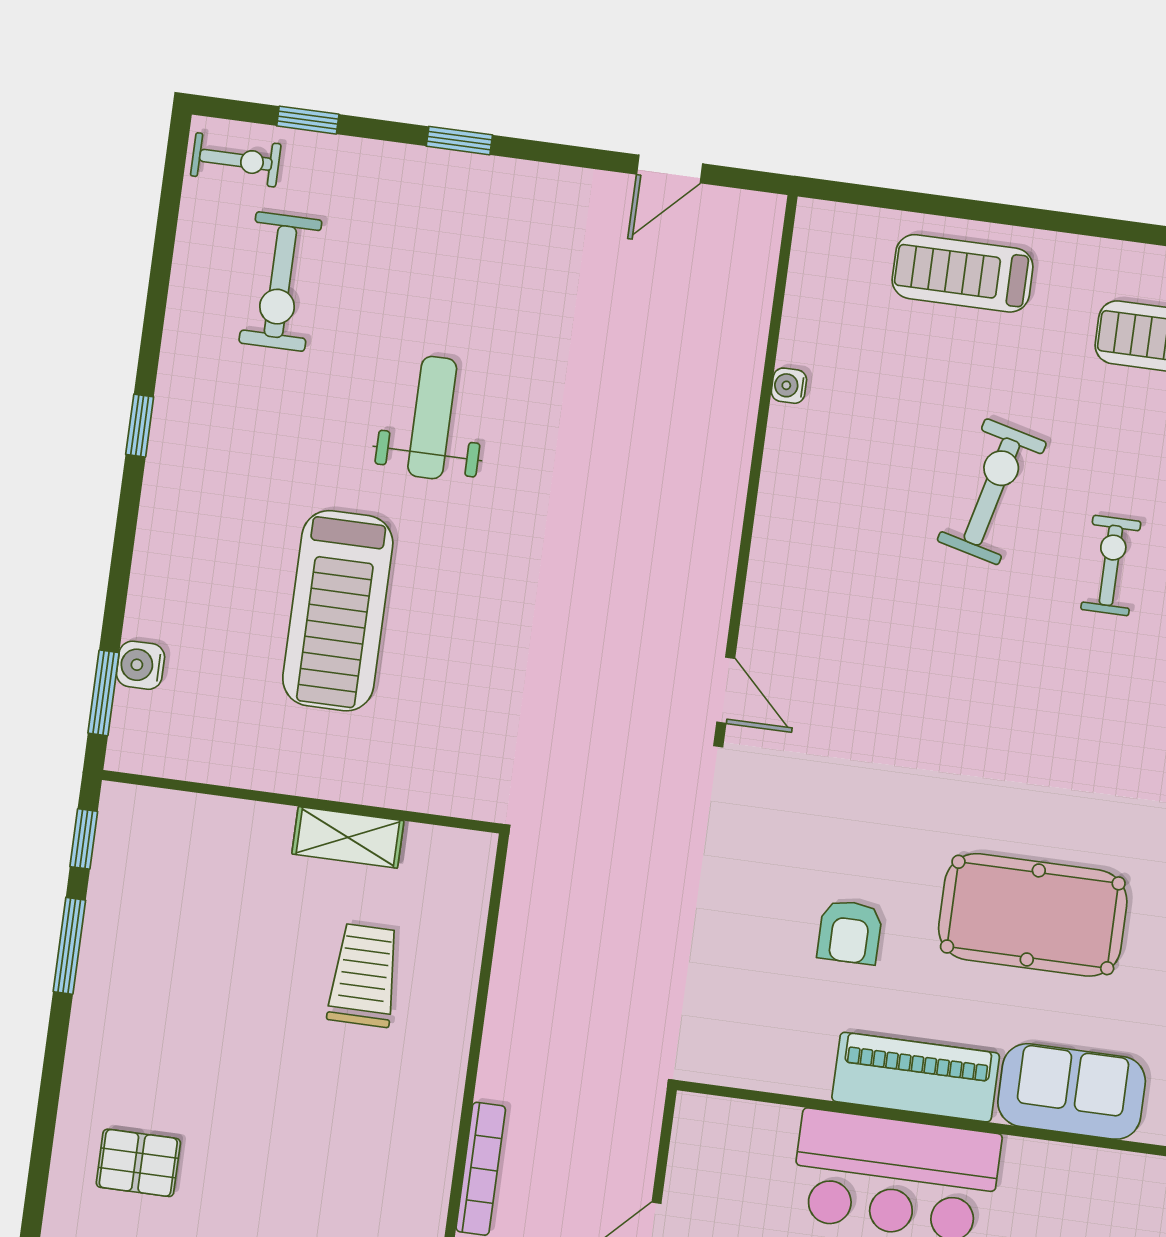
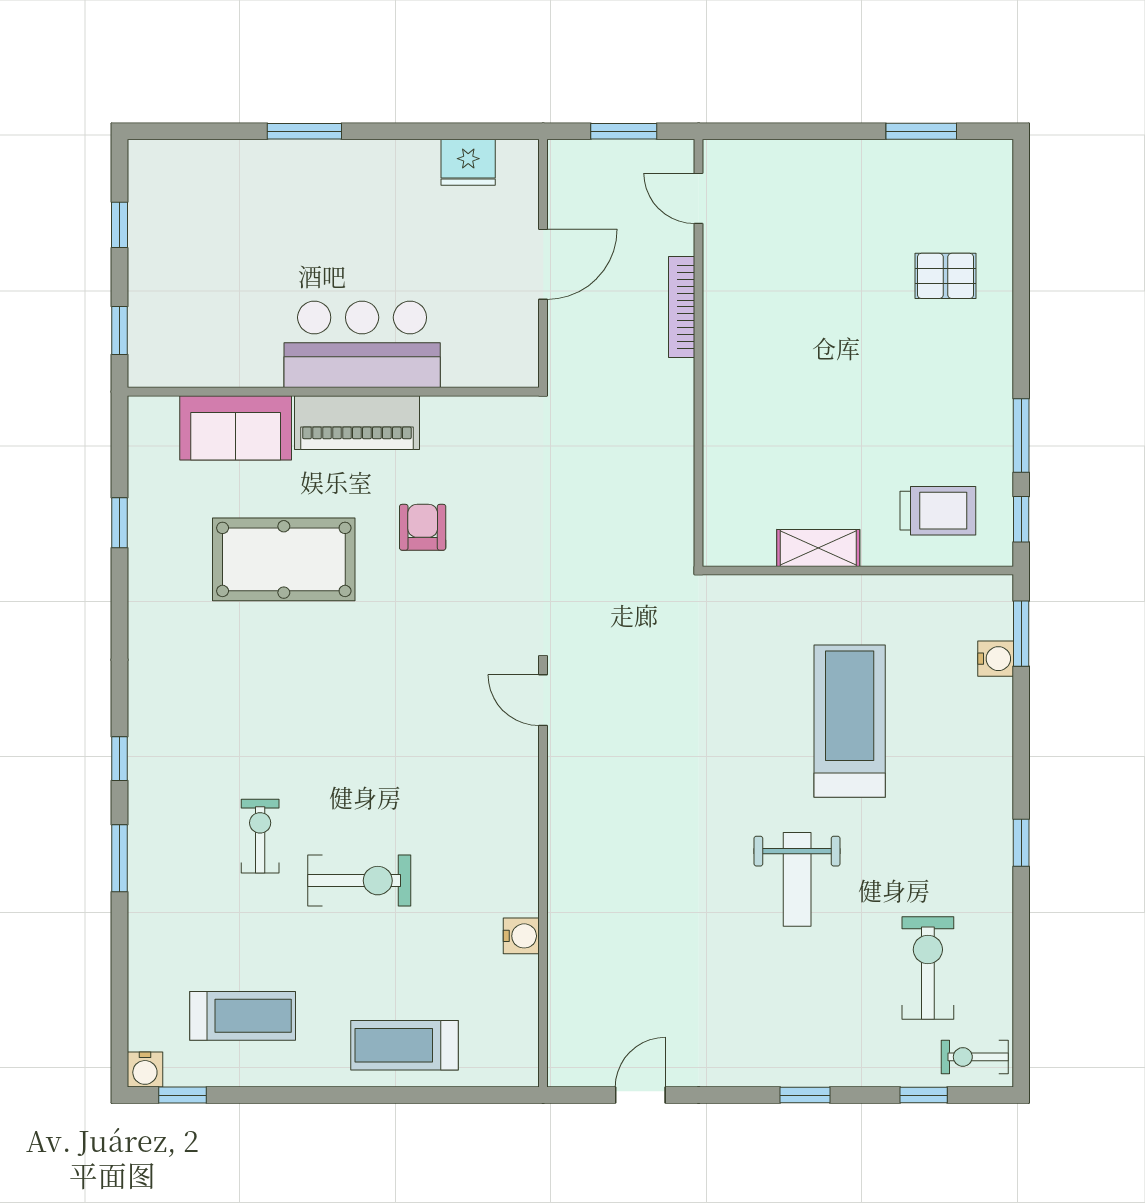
treadmill: (963, 273) -> (404, 1045), turned 180
water cooler: (789, 386) -> (521, 936), width x1.38, depth x1.38
exercise bike: (992, 492) -> (359, 881), turned -104
exercise bike: (1111, 565) -> (260, 836), turned 180
trolley: (364, 975) -> (938, 511), moved, turned -90

